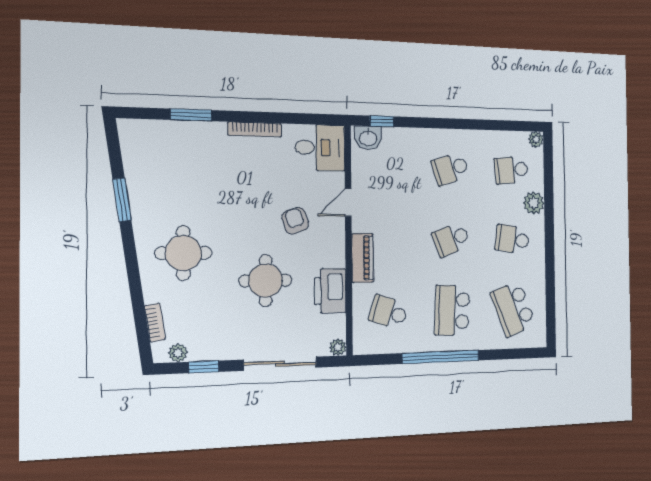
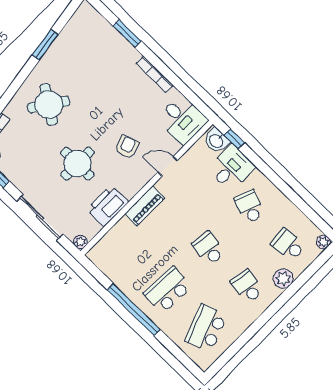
desk: (403, 150) -> (231, 168), added
school desk: (450, 169) -> (249, 207), turned 39
school desk: (451, 239) -> (209, 248), turned 30
round table: (183, 253) -> (49, 104), turned 34
school desk: (389, 312) -> (129, 252), removed

